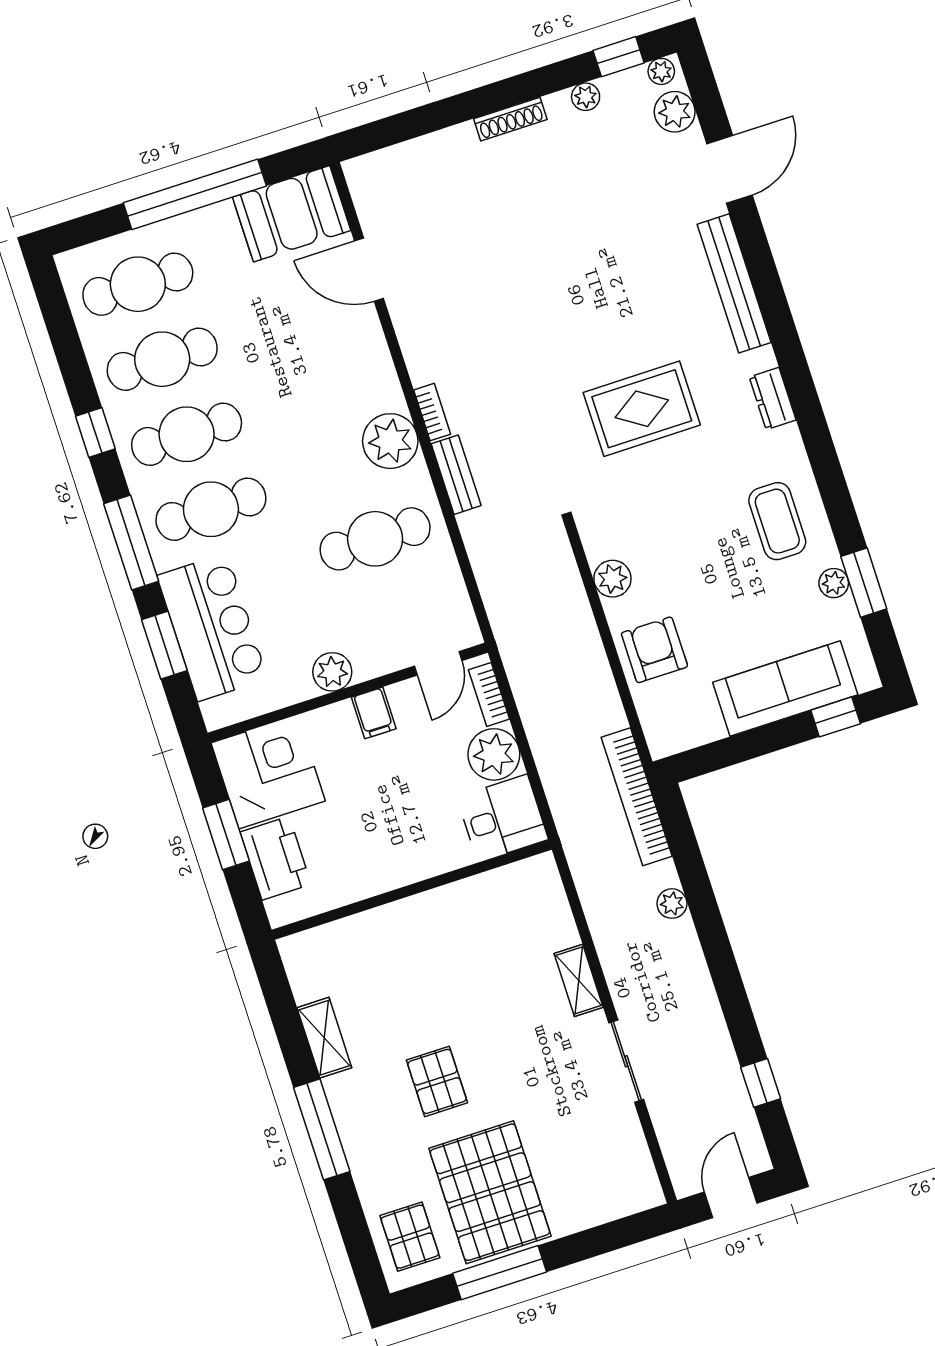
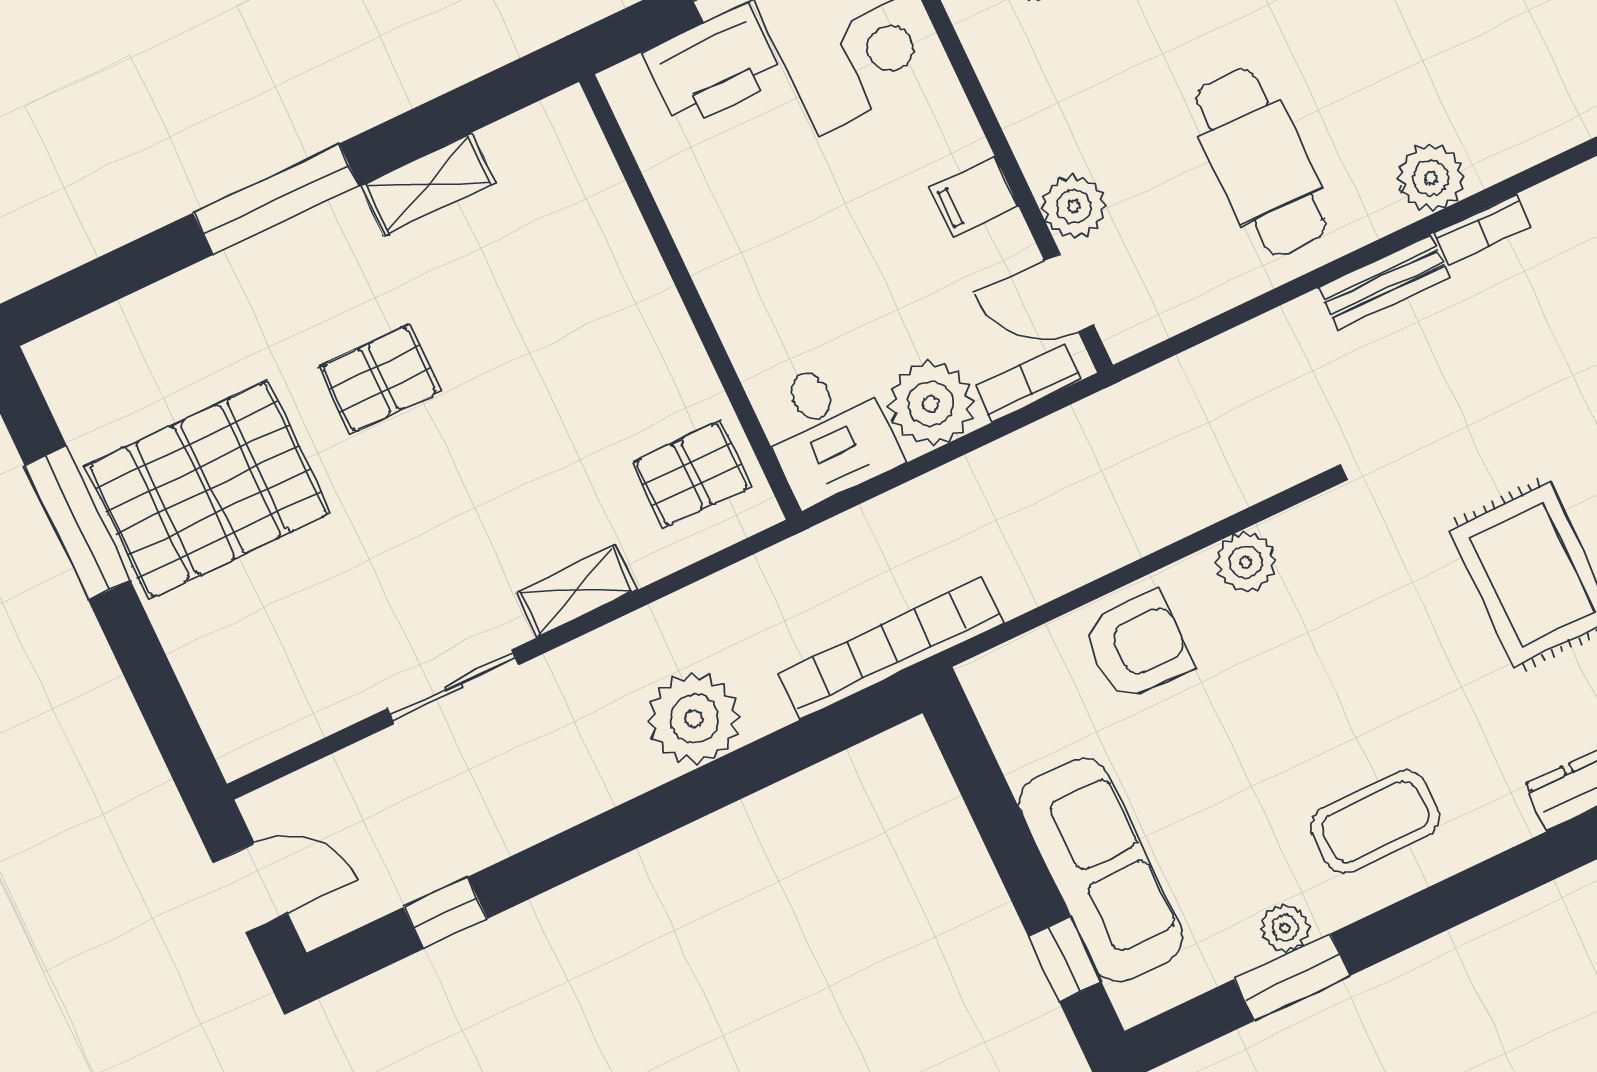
plant: (390, 441) -> (1431, 178), width x0.73, depth x0.73
plant: (332, 672) -> (1074, 207), moved
plant: (672, 904) -> (694, 719), width x1.88, depth x1.88
pallet: (410, 1237) -> (692, 474), moved

